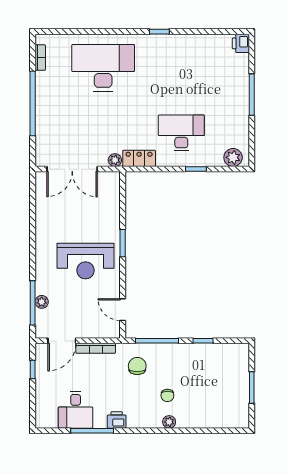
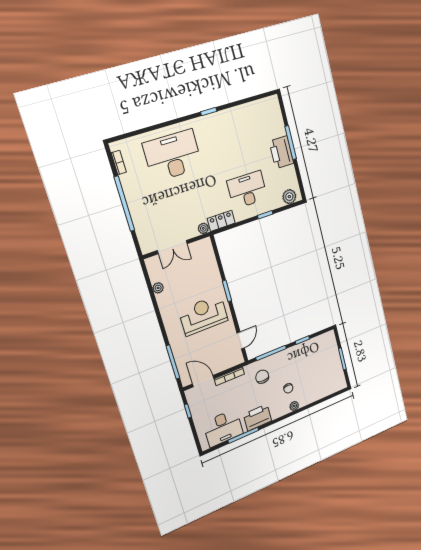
printer: (241, 43) -> (281, 152), moved, width x1.87, depth x1.48
double door: (72, 169) -> (172, 247), width x0.73
reception desk: (86, 261) -> (203, 315), turned 180
plant: (42, 302) -> (158, 288), moved
door: (123, 310) -> (241, 340), swing flipped
door: (62, 341) -> (203, 381), swing flipped
desk: (76, 410) -> (223, 428), width x1.37
printer: (117, 420) -> (258, 418), width x1.87, depth x1.48

